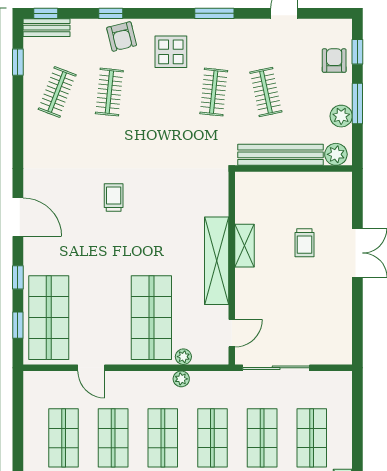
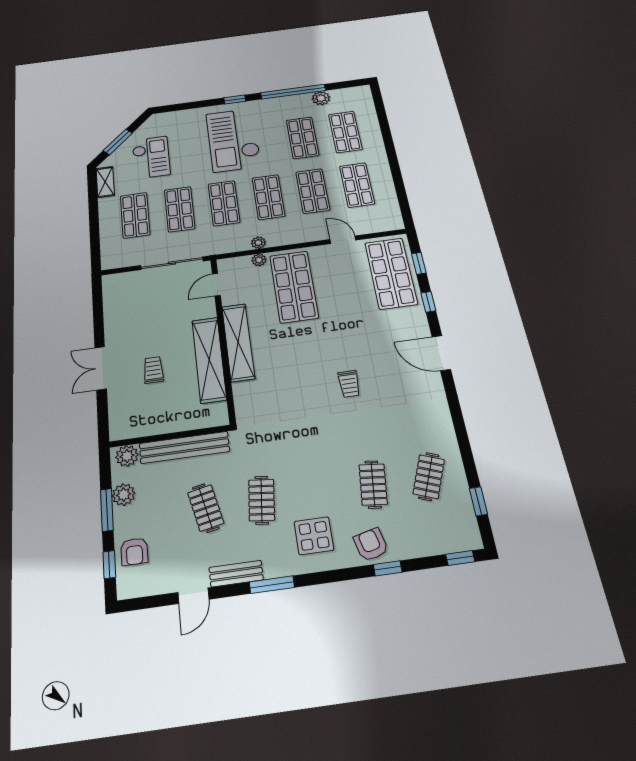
bench: (46, 28) -> (236, 574), moved
shelving: (245, 246) -> (209, 360), width x2.20, depth x1.33

